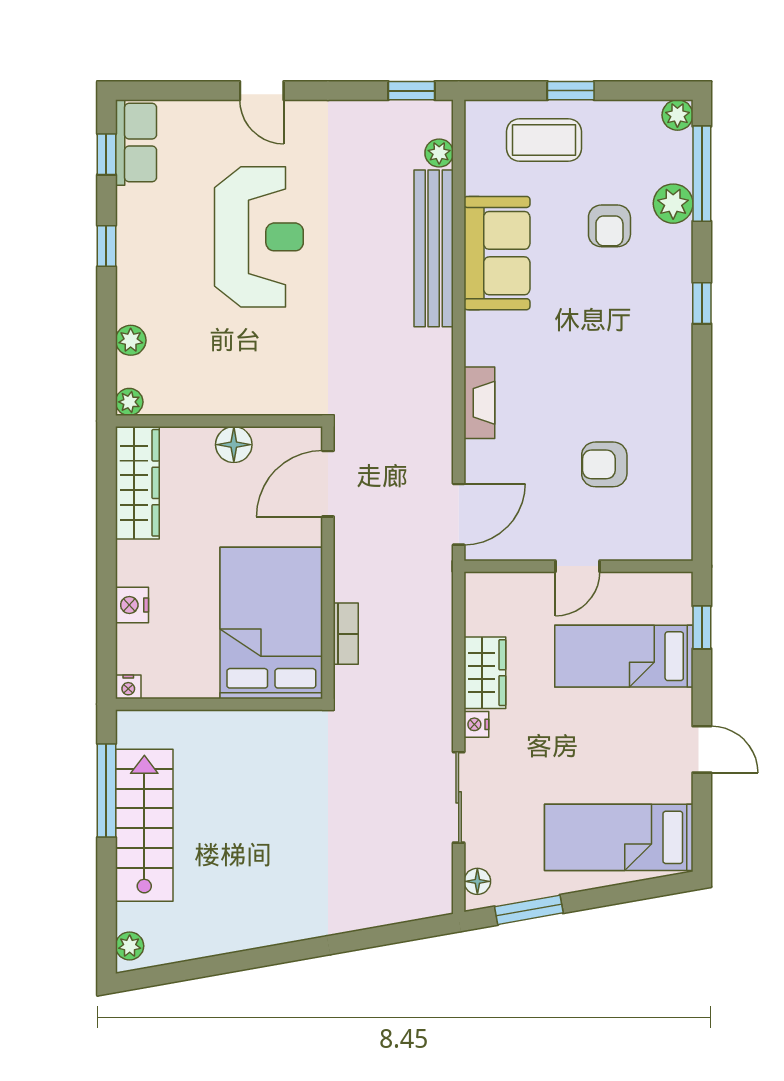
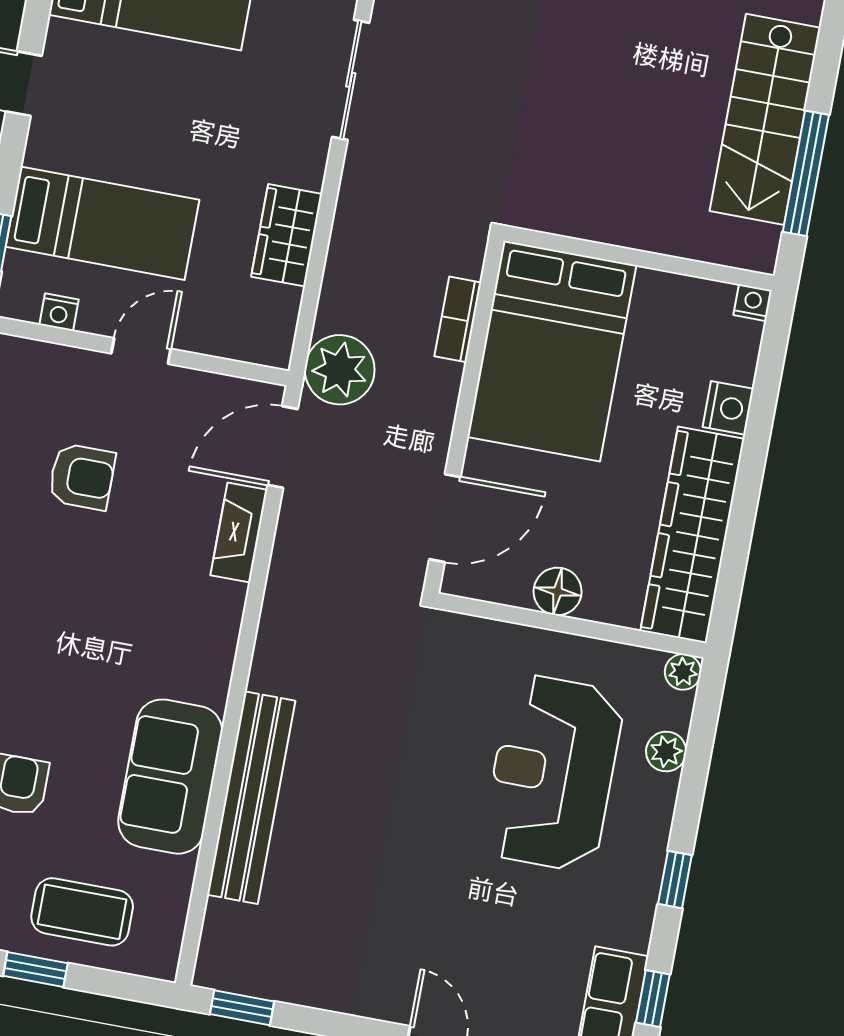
plant: (439, 153) -> (340, 370), moved, width x1.87, depth x1.87
reception desk: (259, 237) -> (553, 773), moved
fireplace: (479, 403) -> (239, 532), moved
wardrobe: (137, 483) -> (692, 535), width x1.40, depth x1.17
nightstand: (476, 724) -> (59, 312), moved, turned 90

